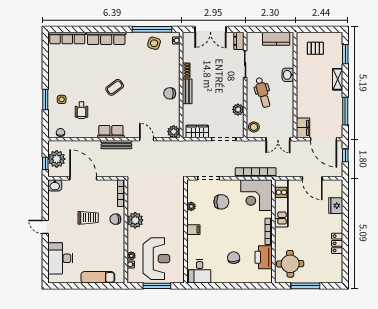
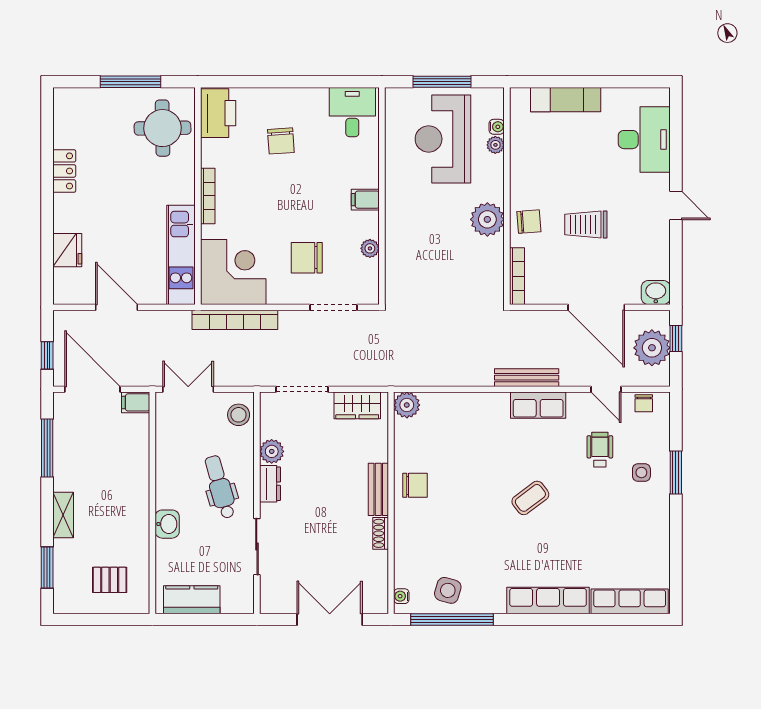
dresser: (239, 41) -> (270, 484), moved
filing cabinet: (303, 128) -> (136, 402), width x0.50
door: (147, 139) -> (606, 389), moved
printer: (264, 257) -> (218, 113), moved

